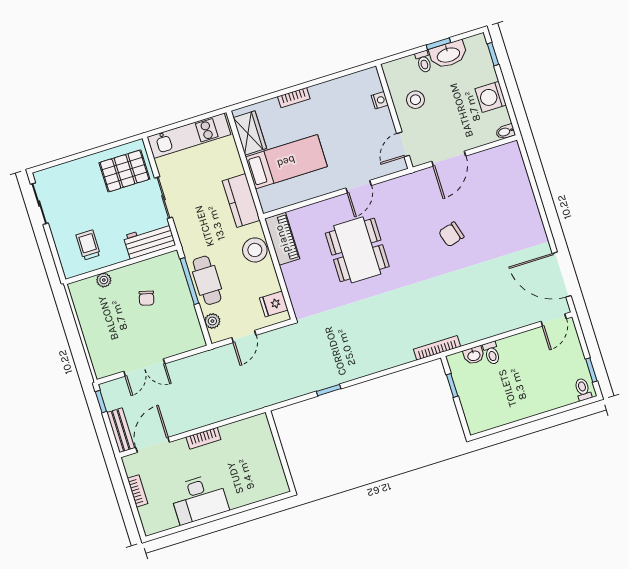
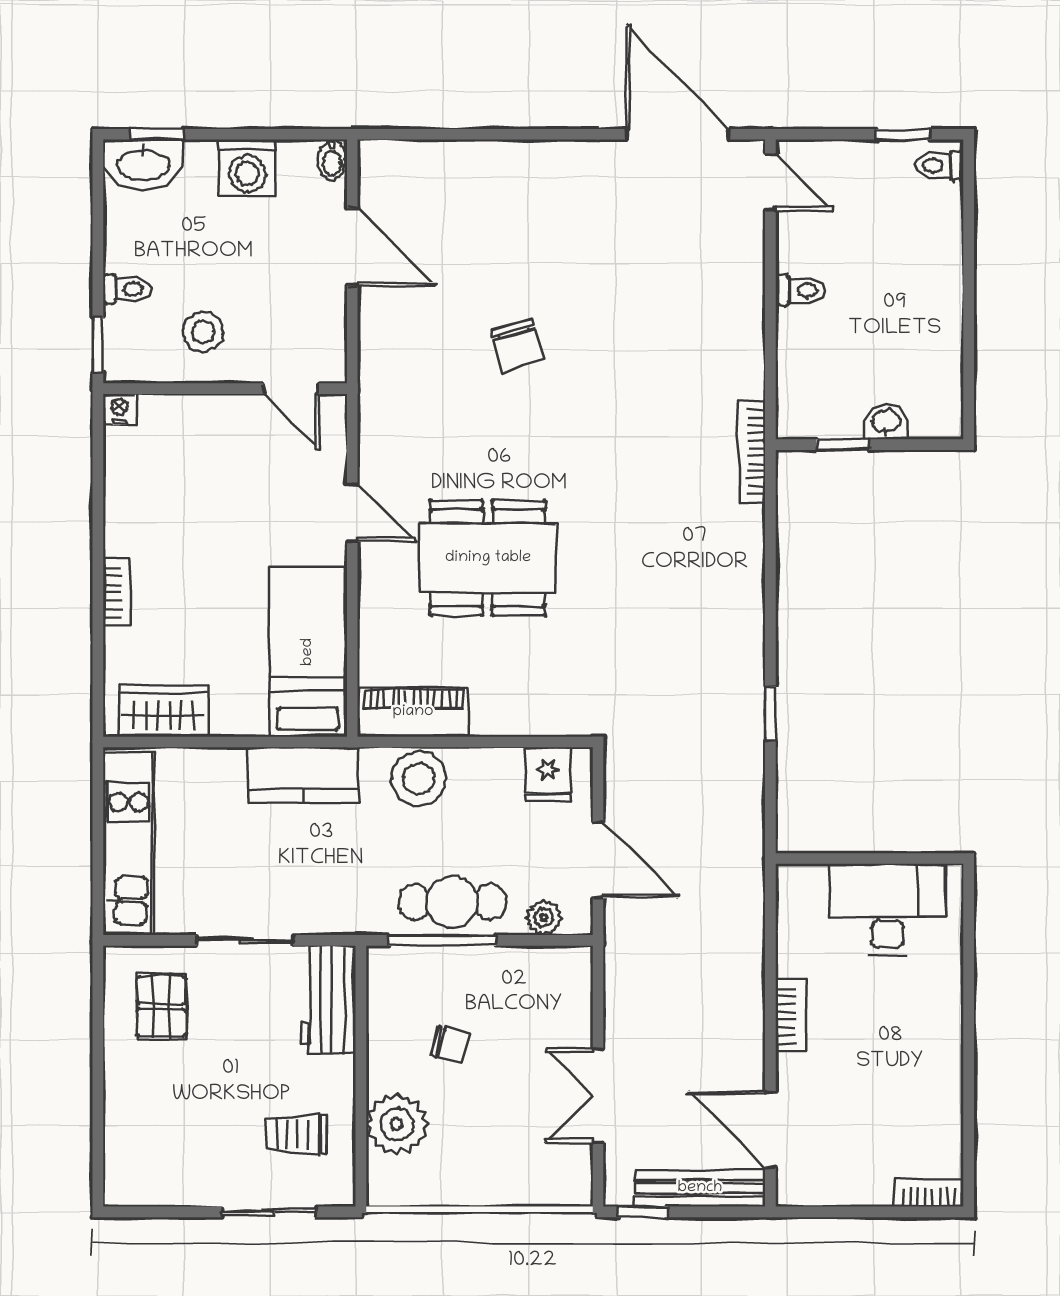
window: (438, 44) -> (98, 345), moved
washbasin: (448, 54) -> (143, 164), moved, turned 90
nightstand: (380, 100) -> (119, 409), moved
door: (449, 159) -> (352, 247), moved
bed: (286, 162) -> (308, 652), moved
pallet: (124, 171) -> (161, 1006), width x0.67, depth x0.71
sliding door: (39, 204) -> (269, 1212), moved
door: (562, 275) -> (678, 134), swing flipped
plant: (104, 280) -> (397, 1124), width x1.87, depth x1.87
door: (244, 336) -> (598, 860), width x1.38
toilet: (492, 353) -> (800, 290), moved
washbasin: (474, 355) -> (886, 422), moved, turned -90
double door: (144, 367) -> (598, 1096), swing flipped
bench: (121, 430) -> (700, 1188), width x1.36
bookcase: (138, 491) -> (929, 1193), moved
desk: (199, 499) -> (887, 909), moved, turned -90

